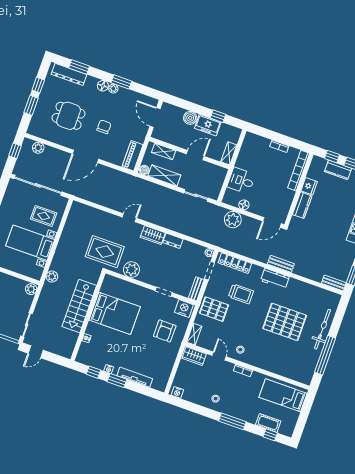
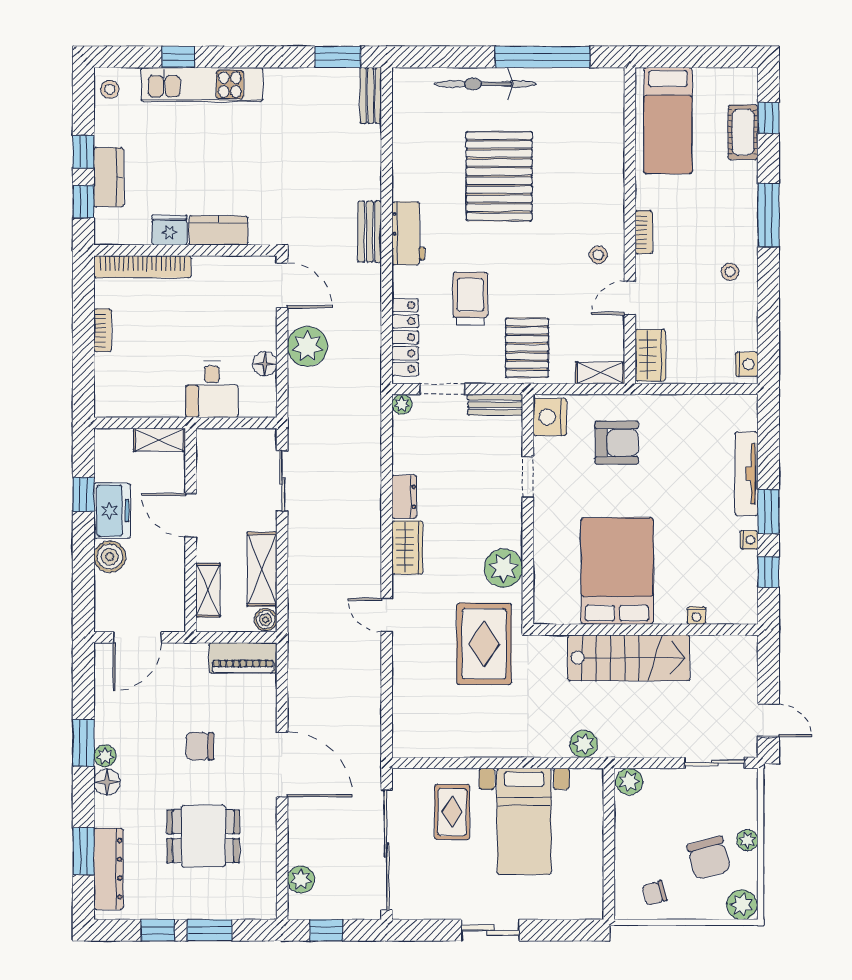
dining table: (69, 116) -> (203, 836), turned 90
plant: (233, 220) -> (307, 346), moved

